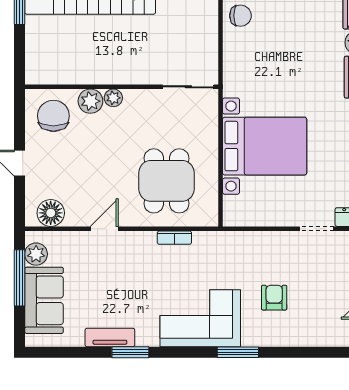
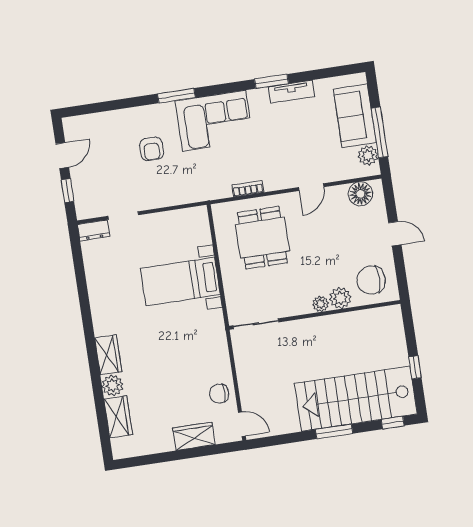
chair: (53, 116) -> (371, 280), turned 90
bed with nightstands: (265, 146) -> (180, 282), width x0.73

